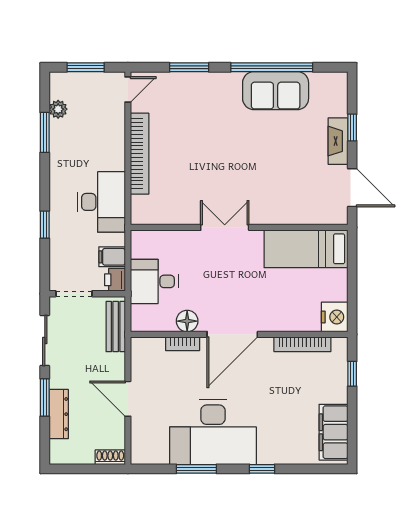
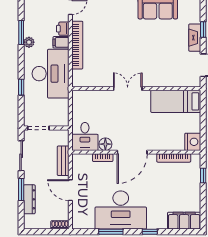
plant: (58, 109) -> (29, 42), moved
desk: (102, 202) -> (50, 74), width x1.36, depth x1.30
filing cabinet: (112, 257) -> (61, 42), moved
printer: (115, 280) -> (63, 29), moved
desk: (154, 281) -> (85, 136), moved, turned -90
bench: (116, 327) -> (63, 161), moved
filing cabinet: (333, 432) -> (184, 221), moved, turned 90

